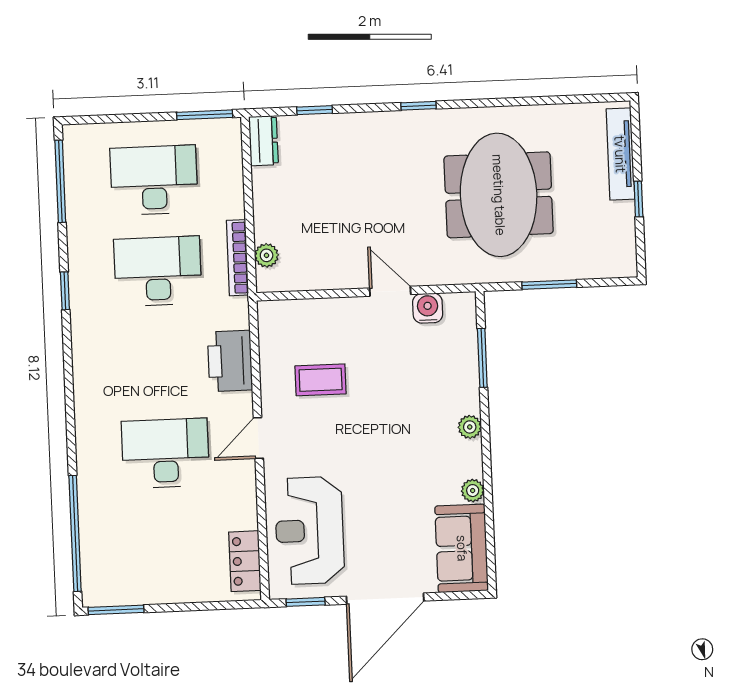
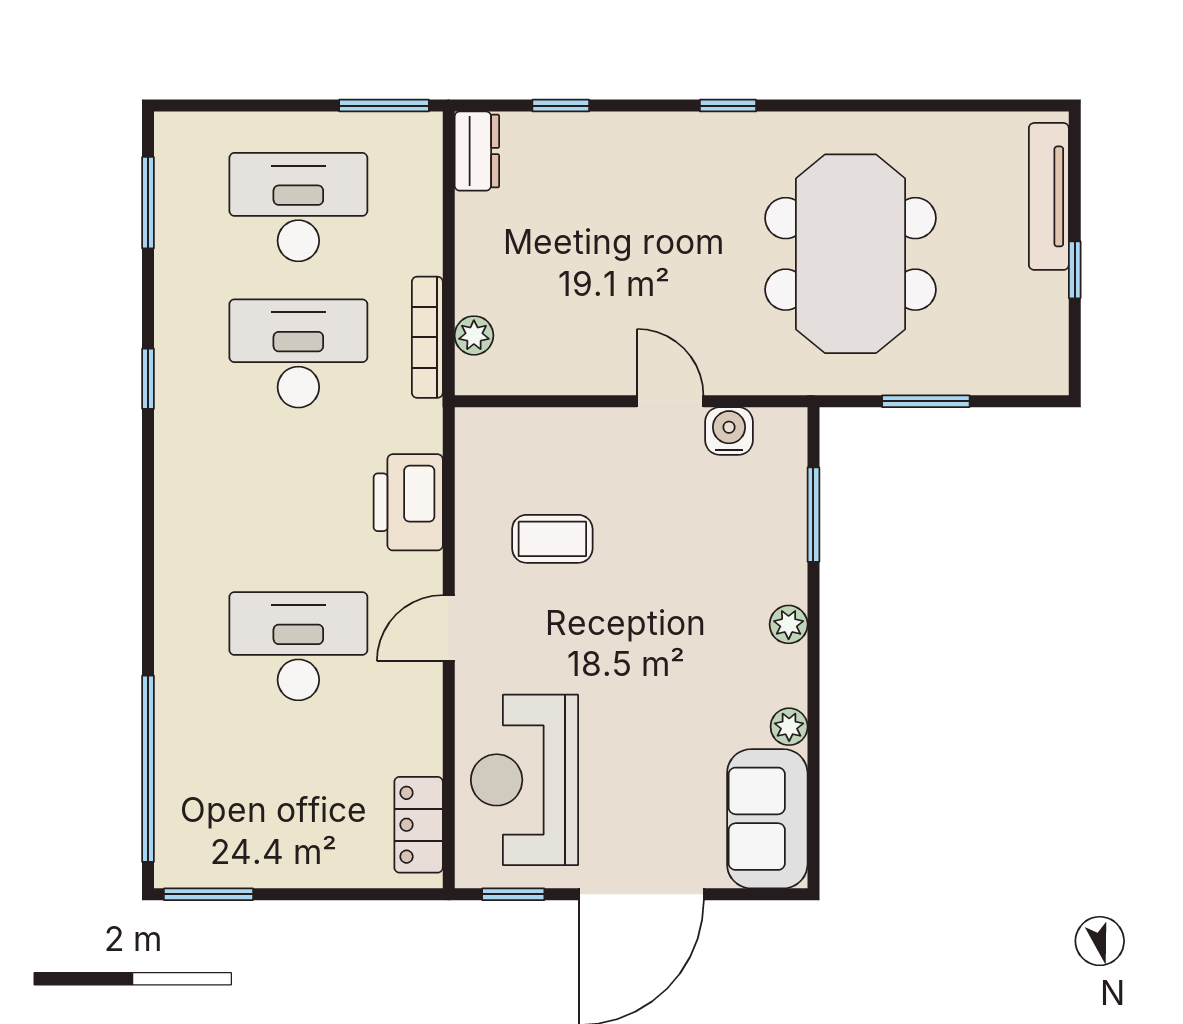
window: (60, 181) -> (148, 203), width x0.69

